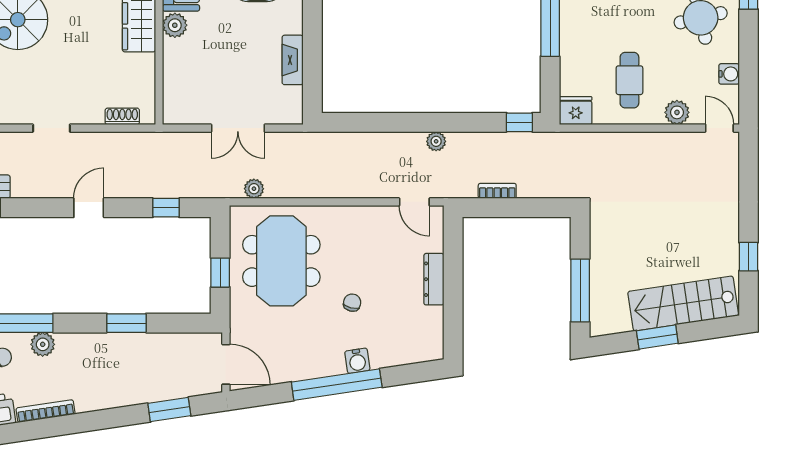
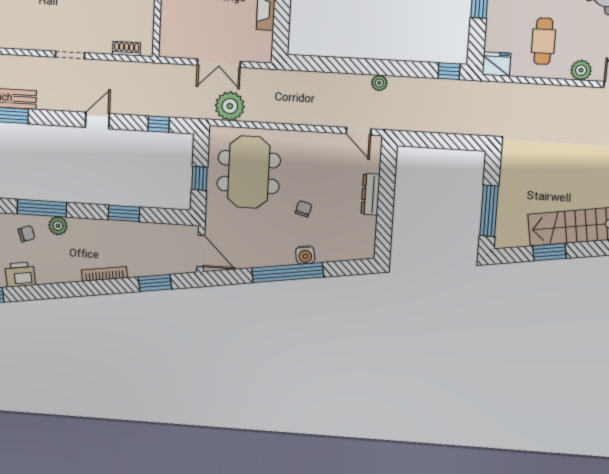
plant: (254, 189) -> (230, 106), width x1.88, depth x1.88
bookcase: (497, 191) -> (427, 126), removed
bookcase: (46, 411) -> (104, 274), moved

